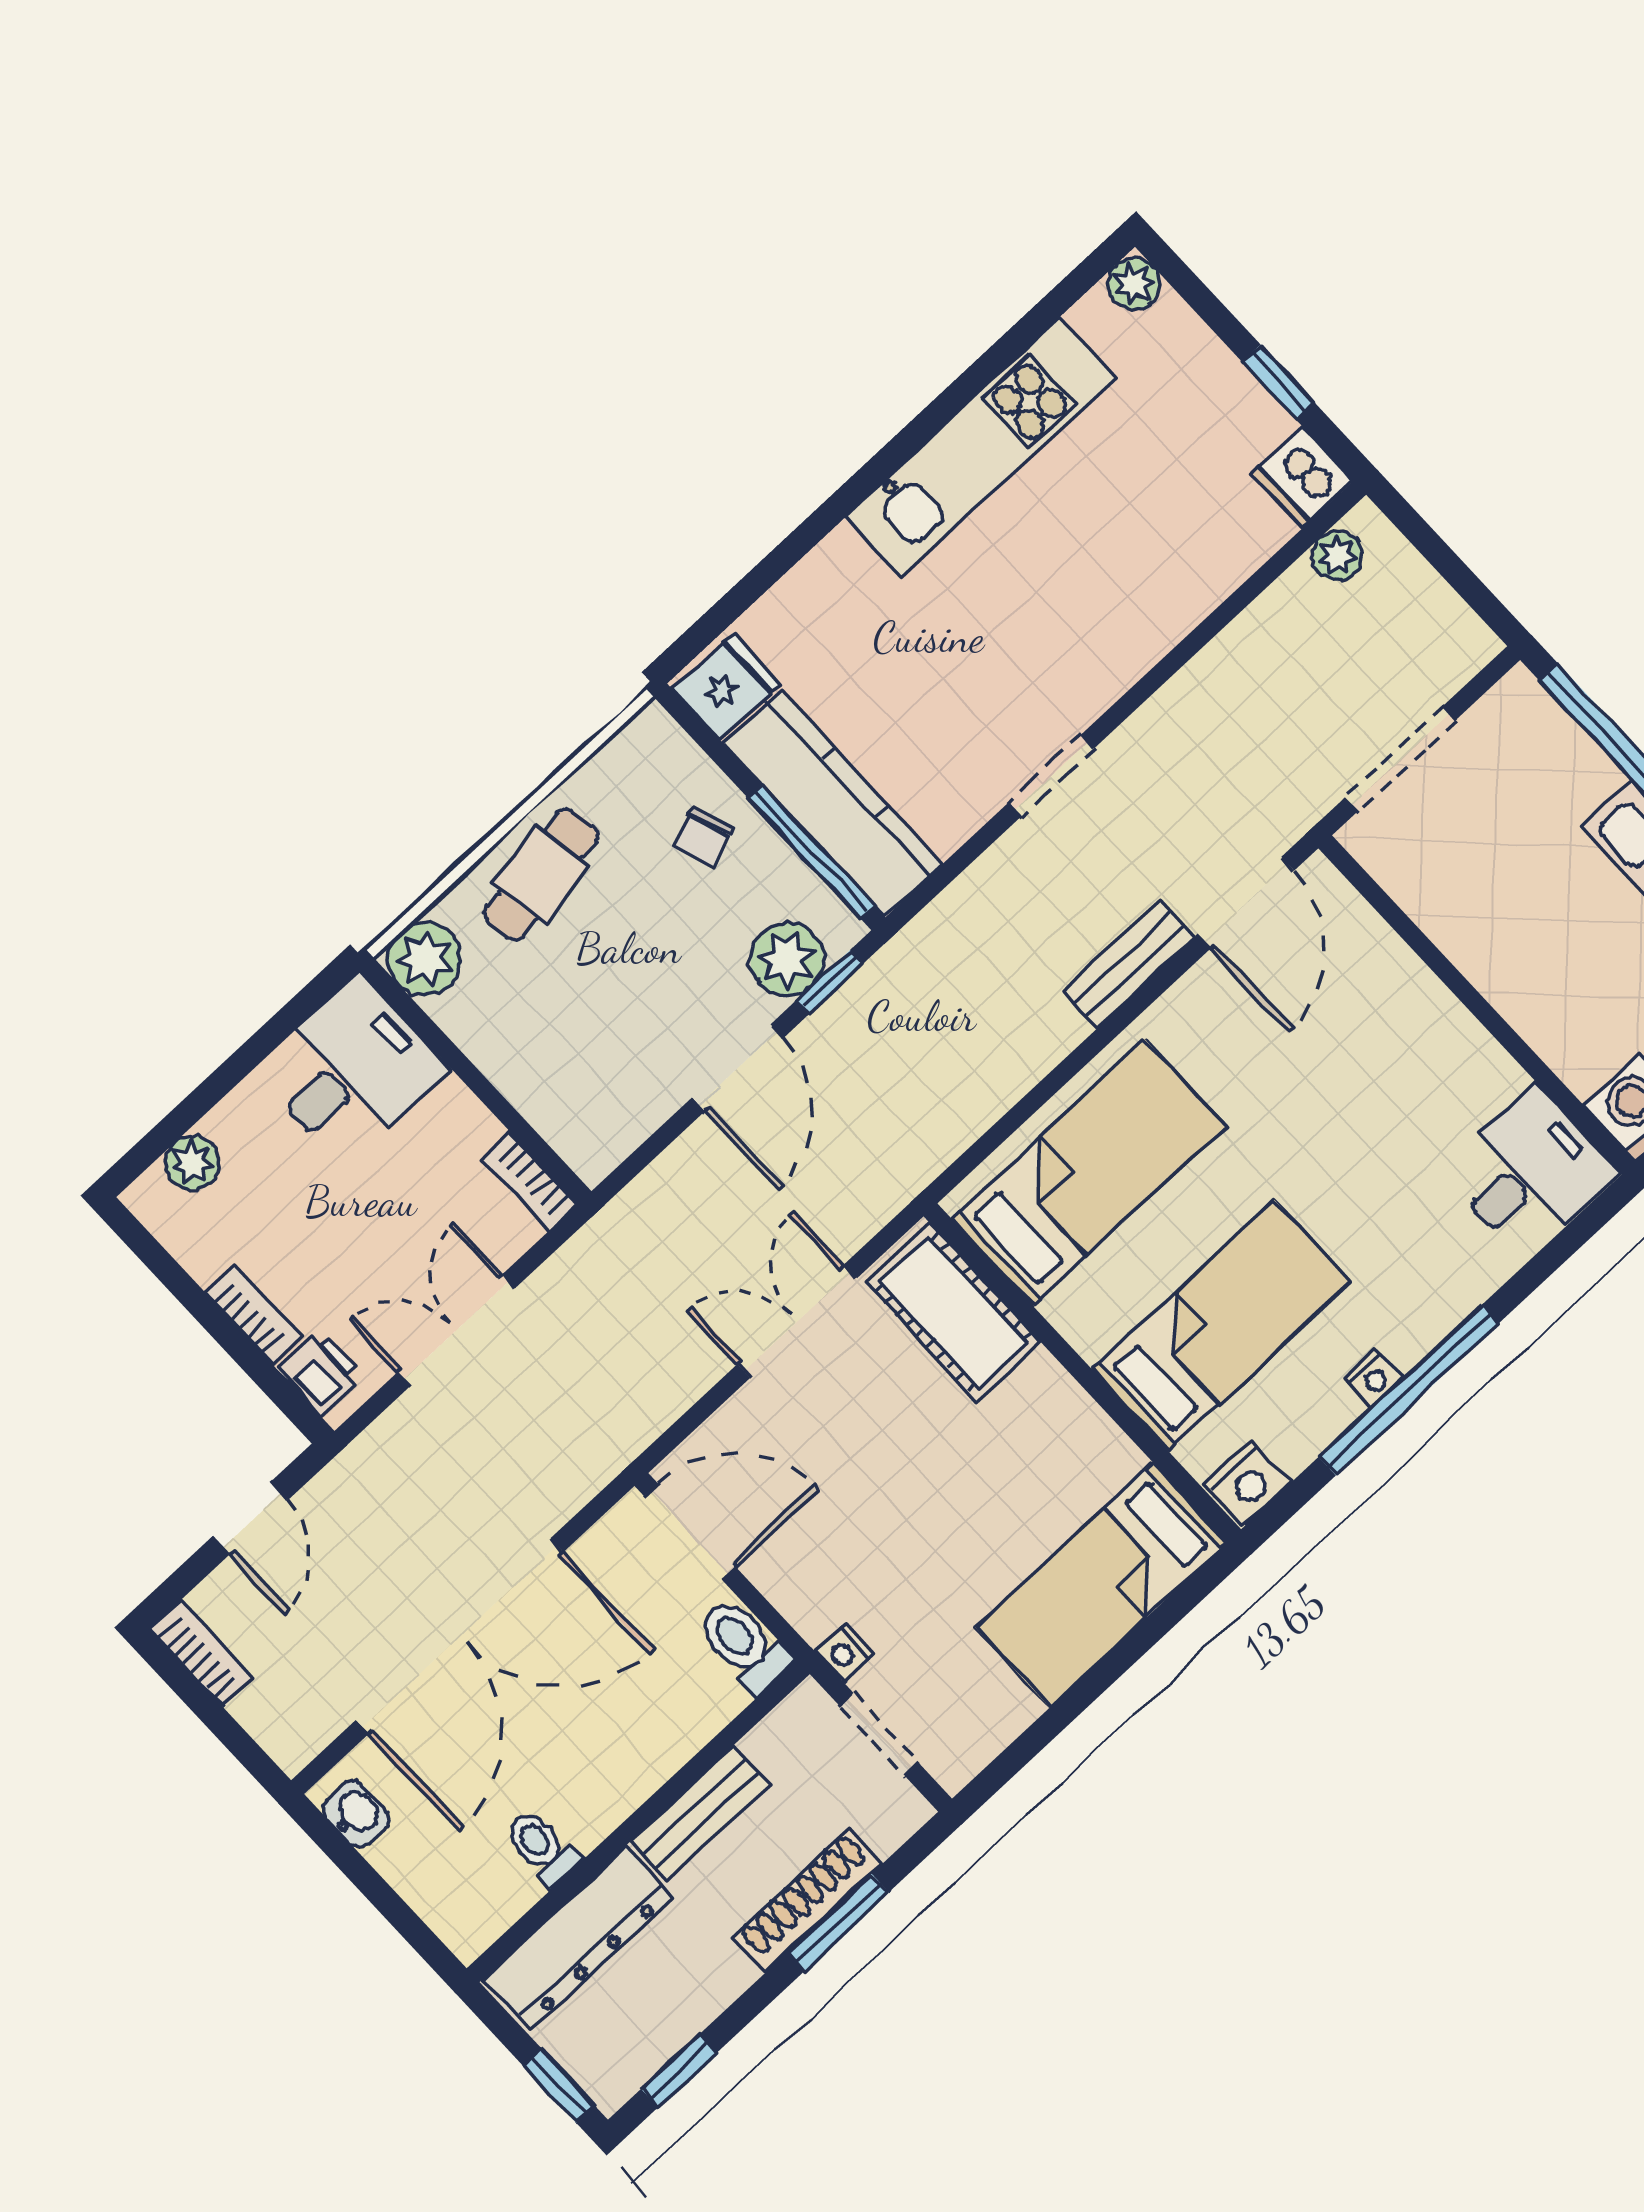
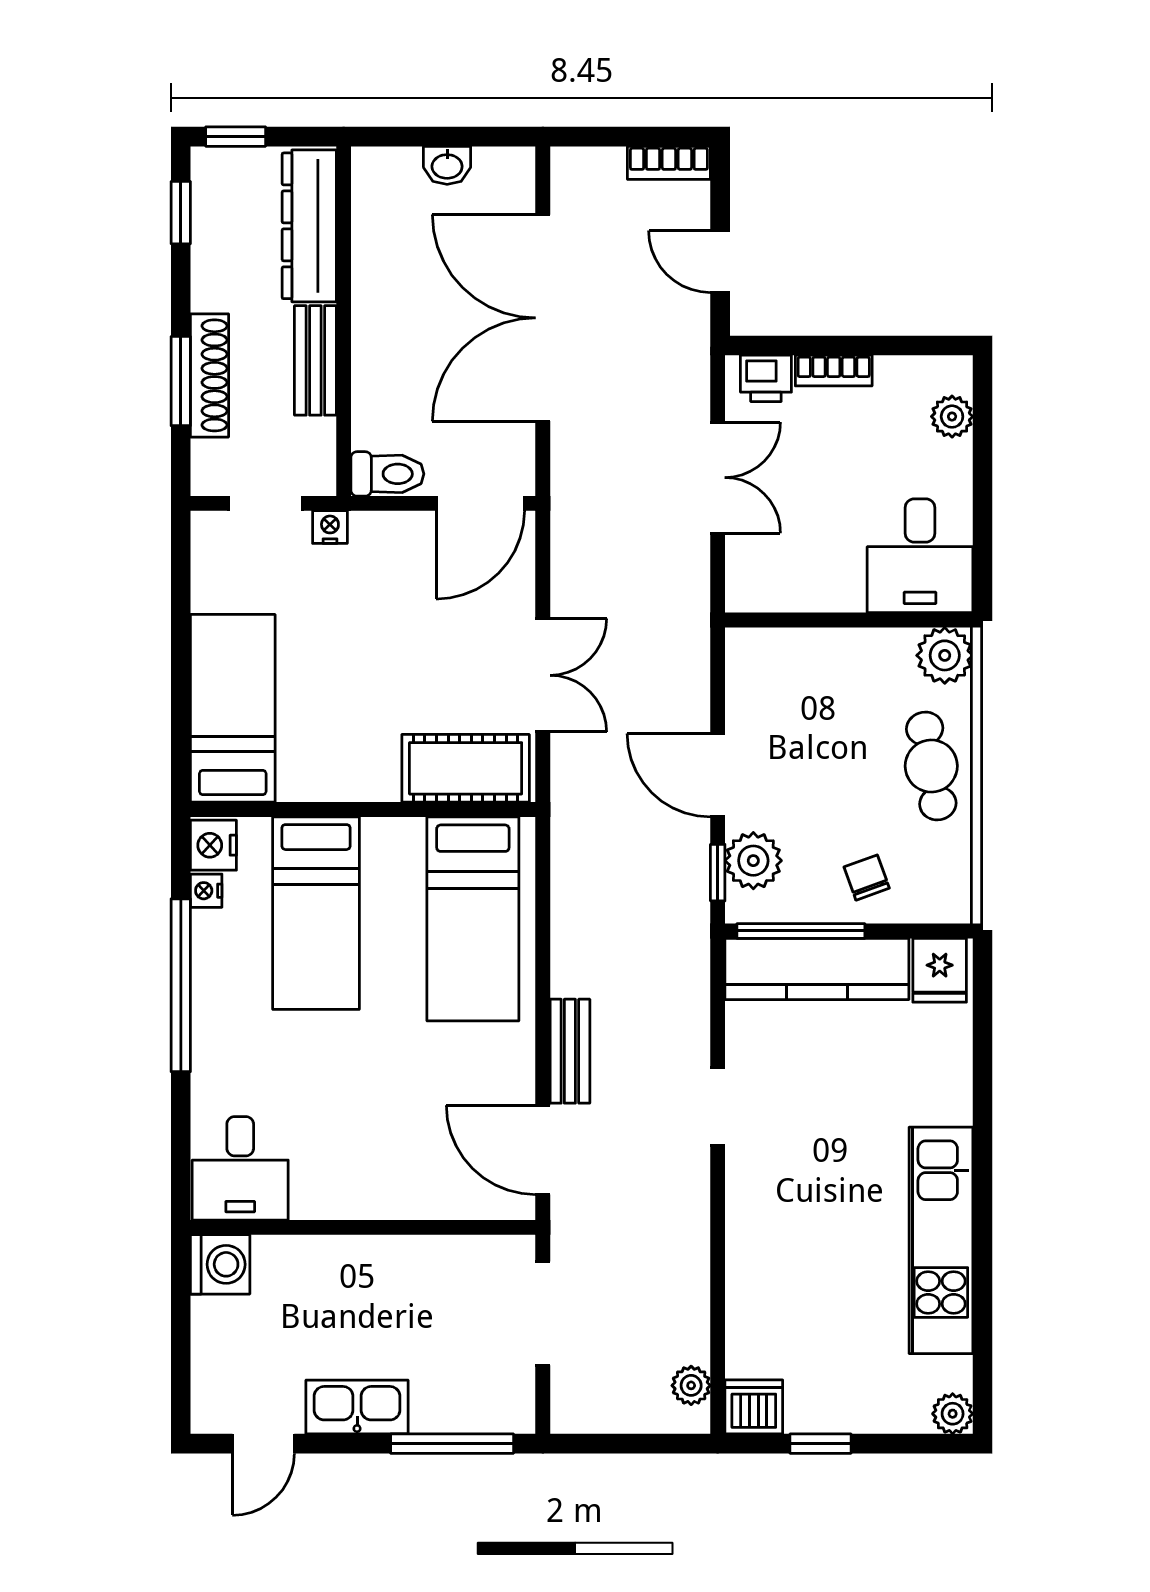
bookcase: (529, 1181) -> (763, 597), removed
nightstand: (1373, 1378) -> (206, 891), moved
washbasin: (356, 1814) -> (447, 165), moved
toilet: (542, 1847) -> (380, 253), removed

